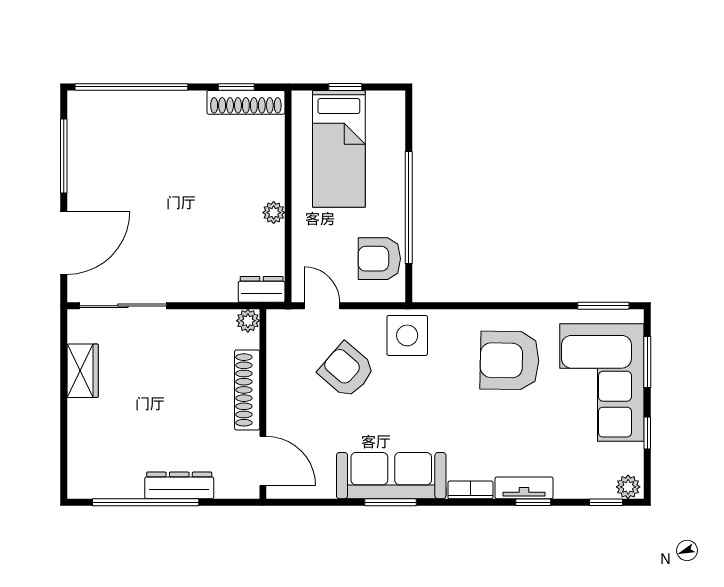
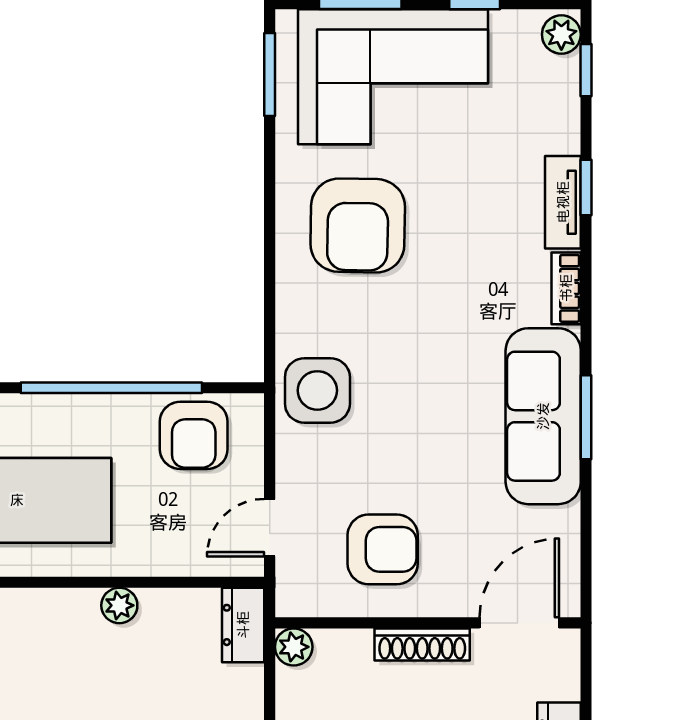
armchair: (347, 370) -> (383, 549), moved, turned -131
shoe rack: (247, 390) -> (422, 644), width x0.74, depth x0.81

